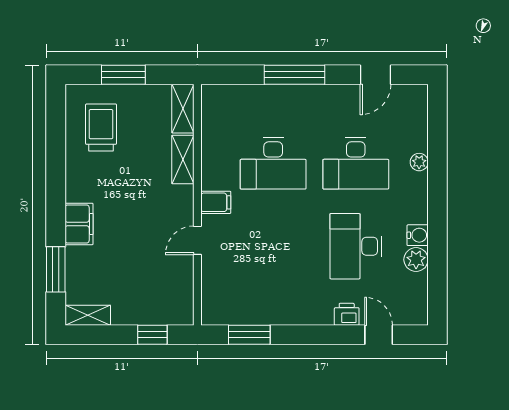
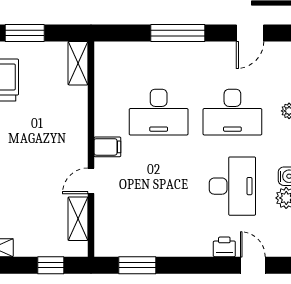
shelving: (183, 159) -> (78, 219), moved
desk: (356, 246) -> (232, 186), turned 180

